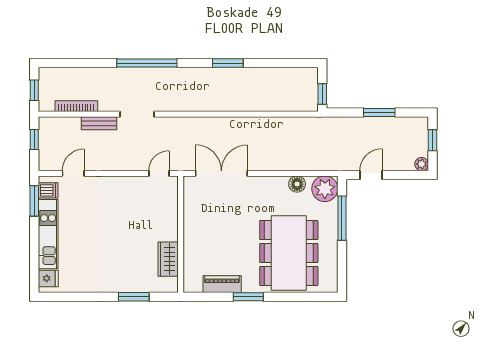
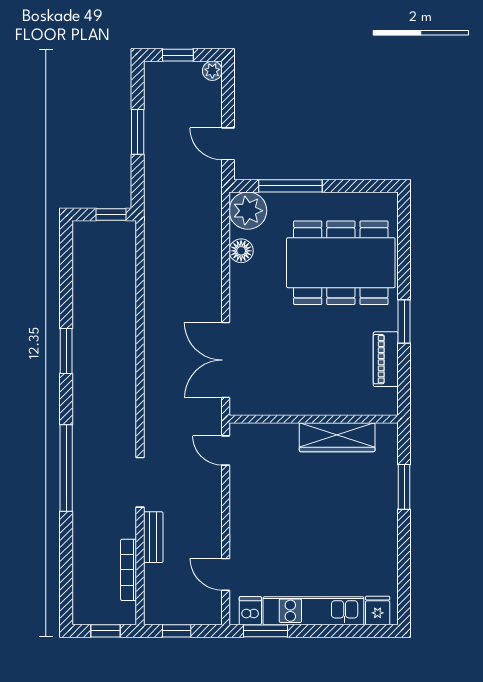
wardrobe: (168, 259) -> (337, 437), width x1.50

